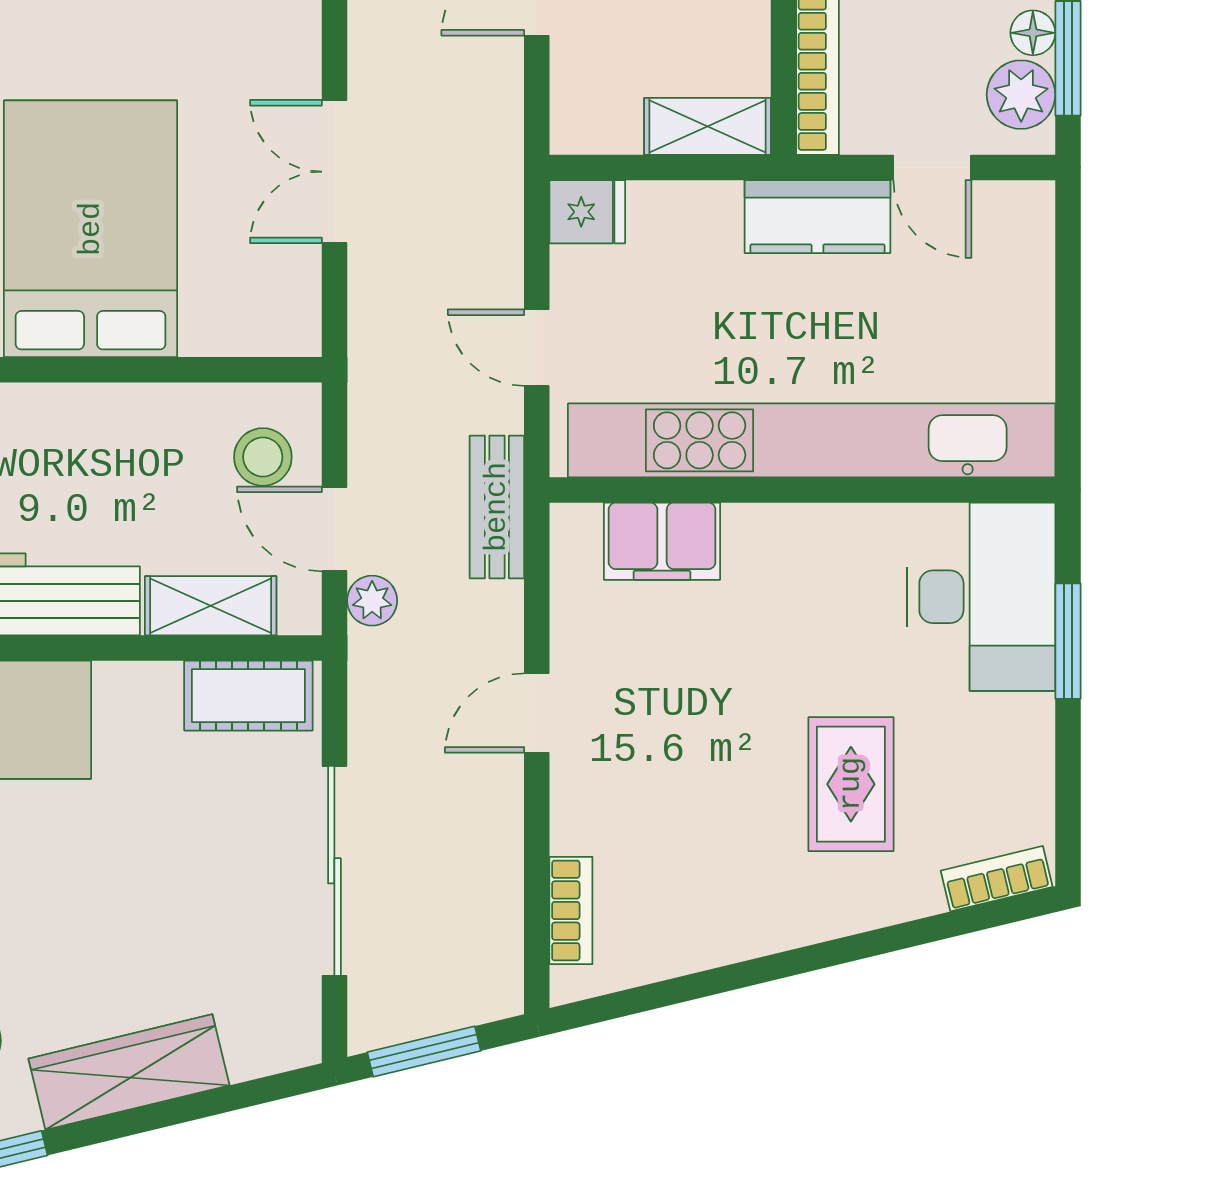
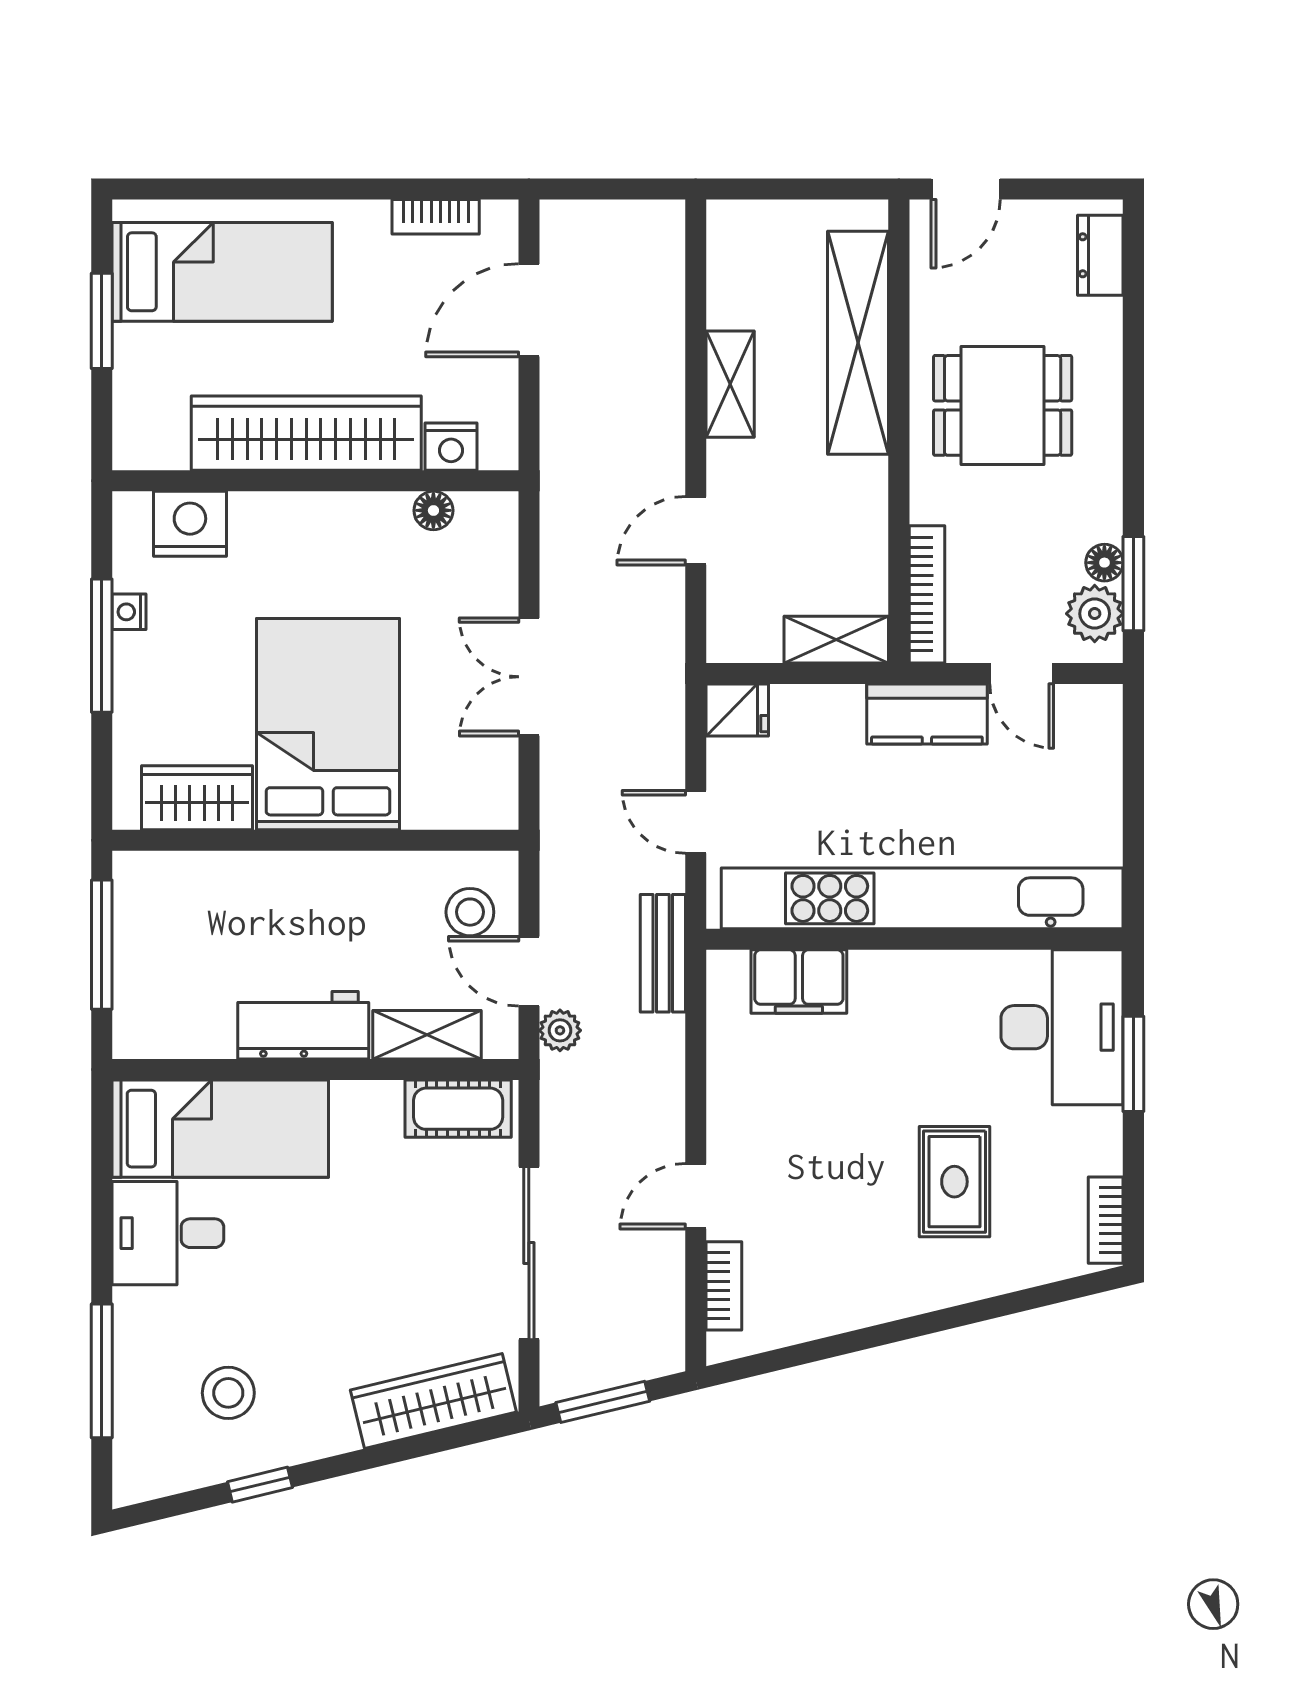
door: (537, 713) -> (696, 1196), moved
bookcase: (997, 879) -> (1106, 1220), moved, turned -76
wardrobe: (129, 1072) -> (433, 1401), moved

